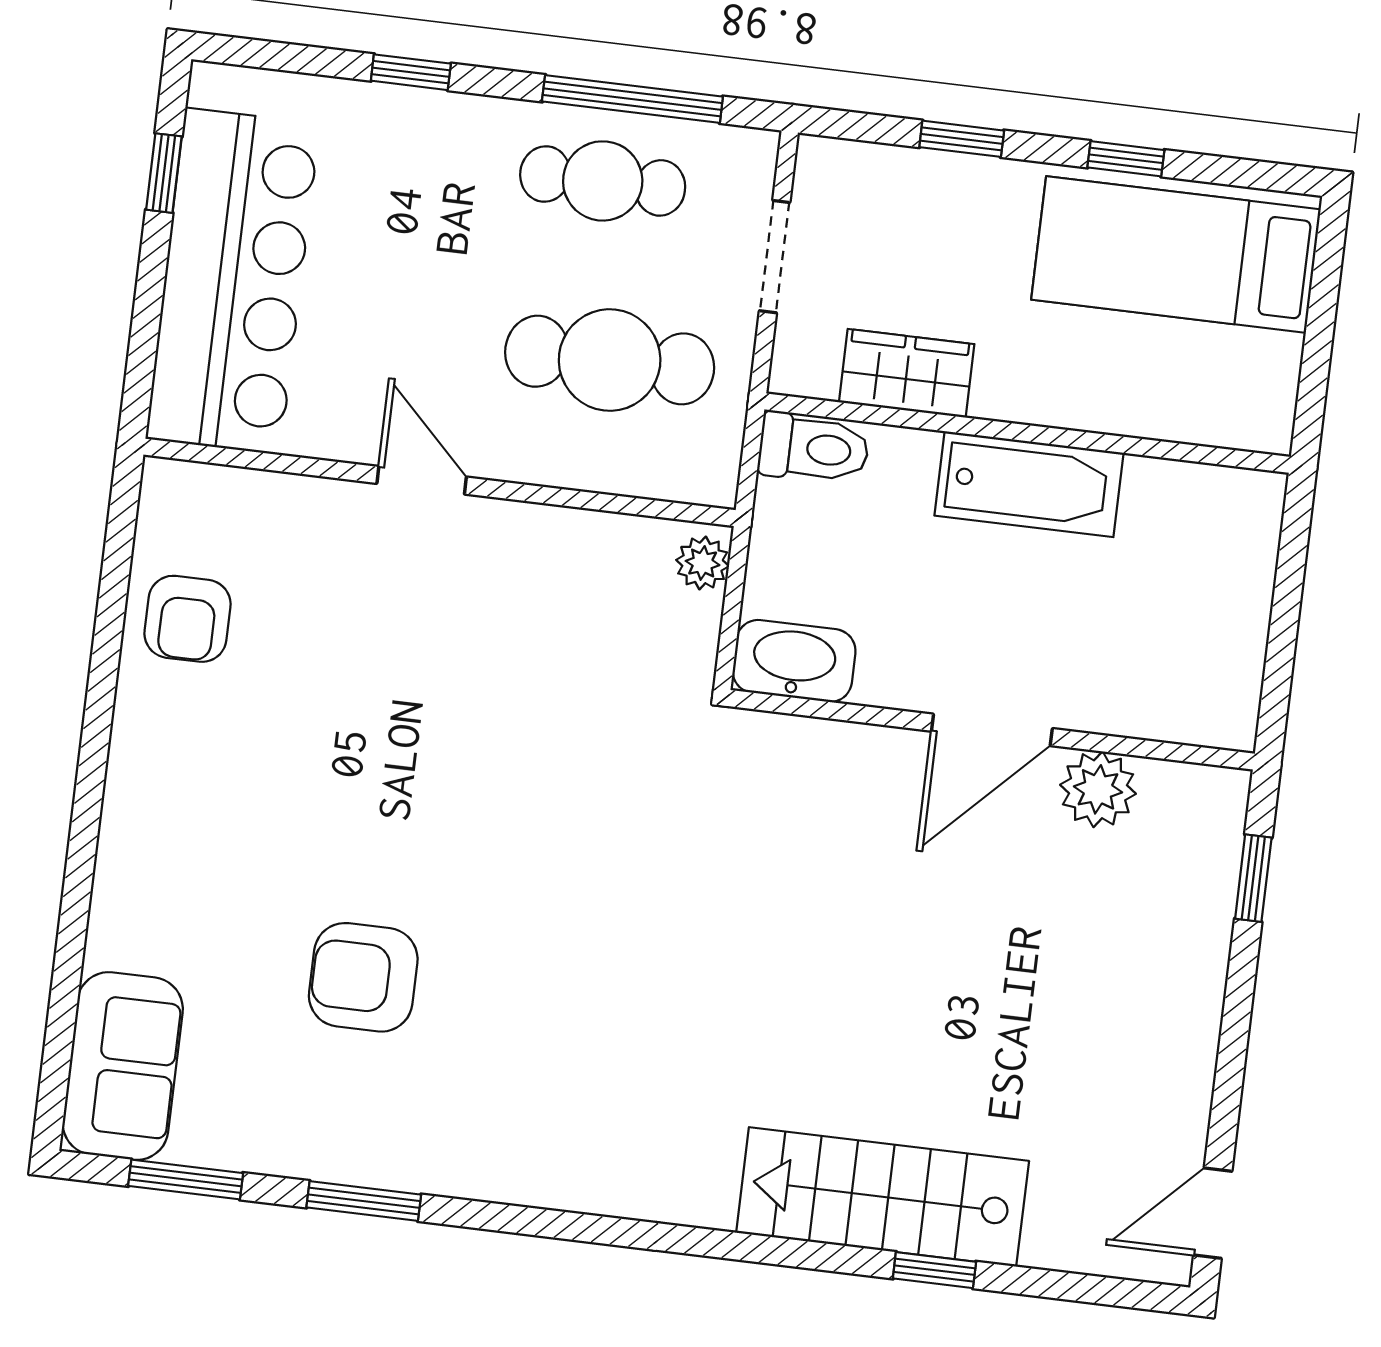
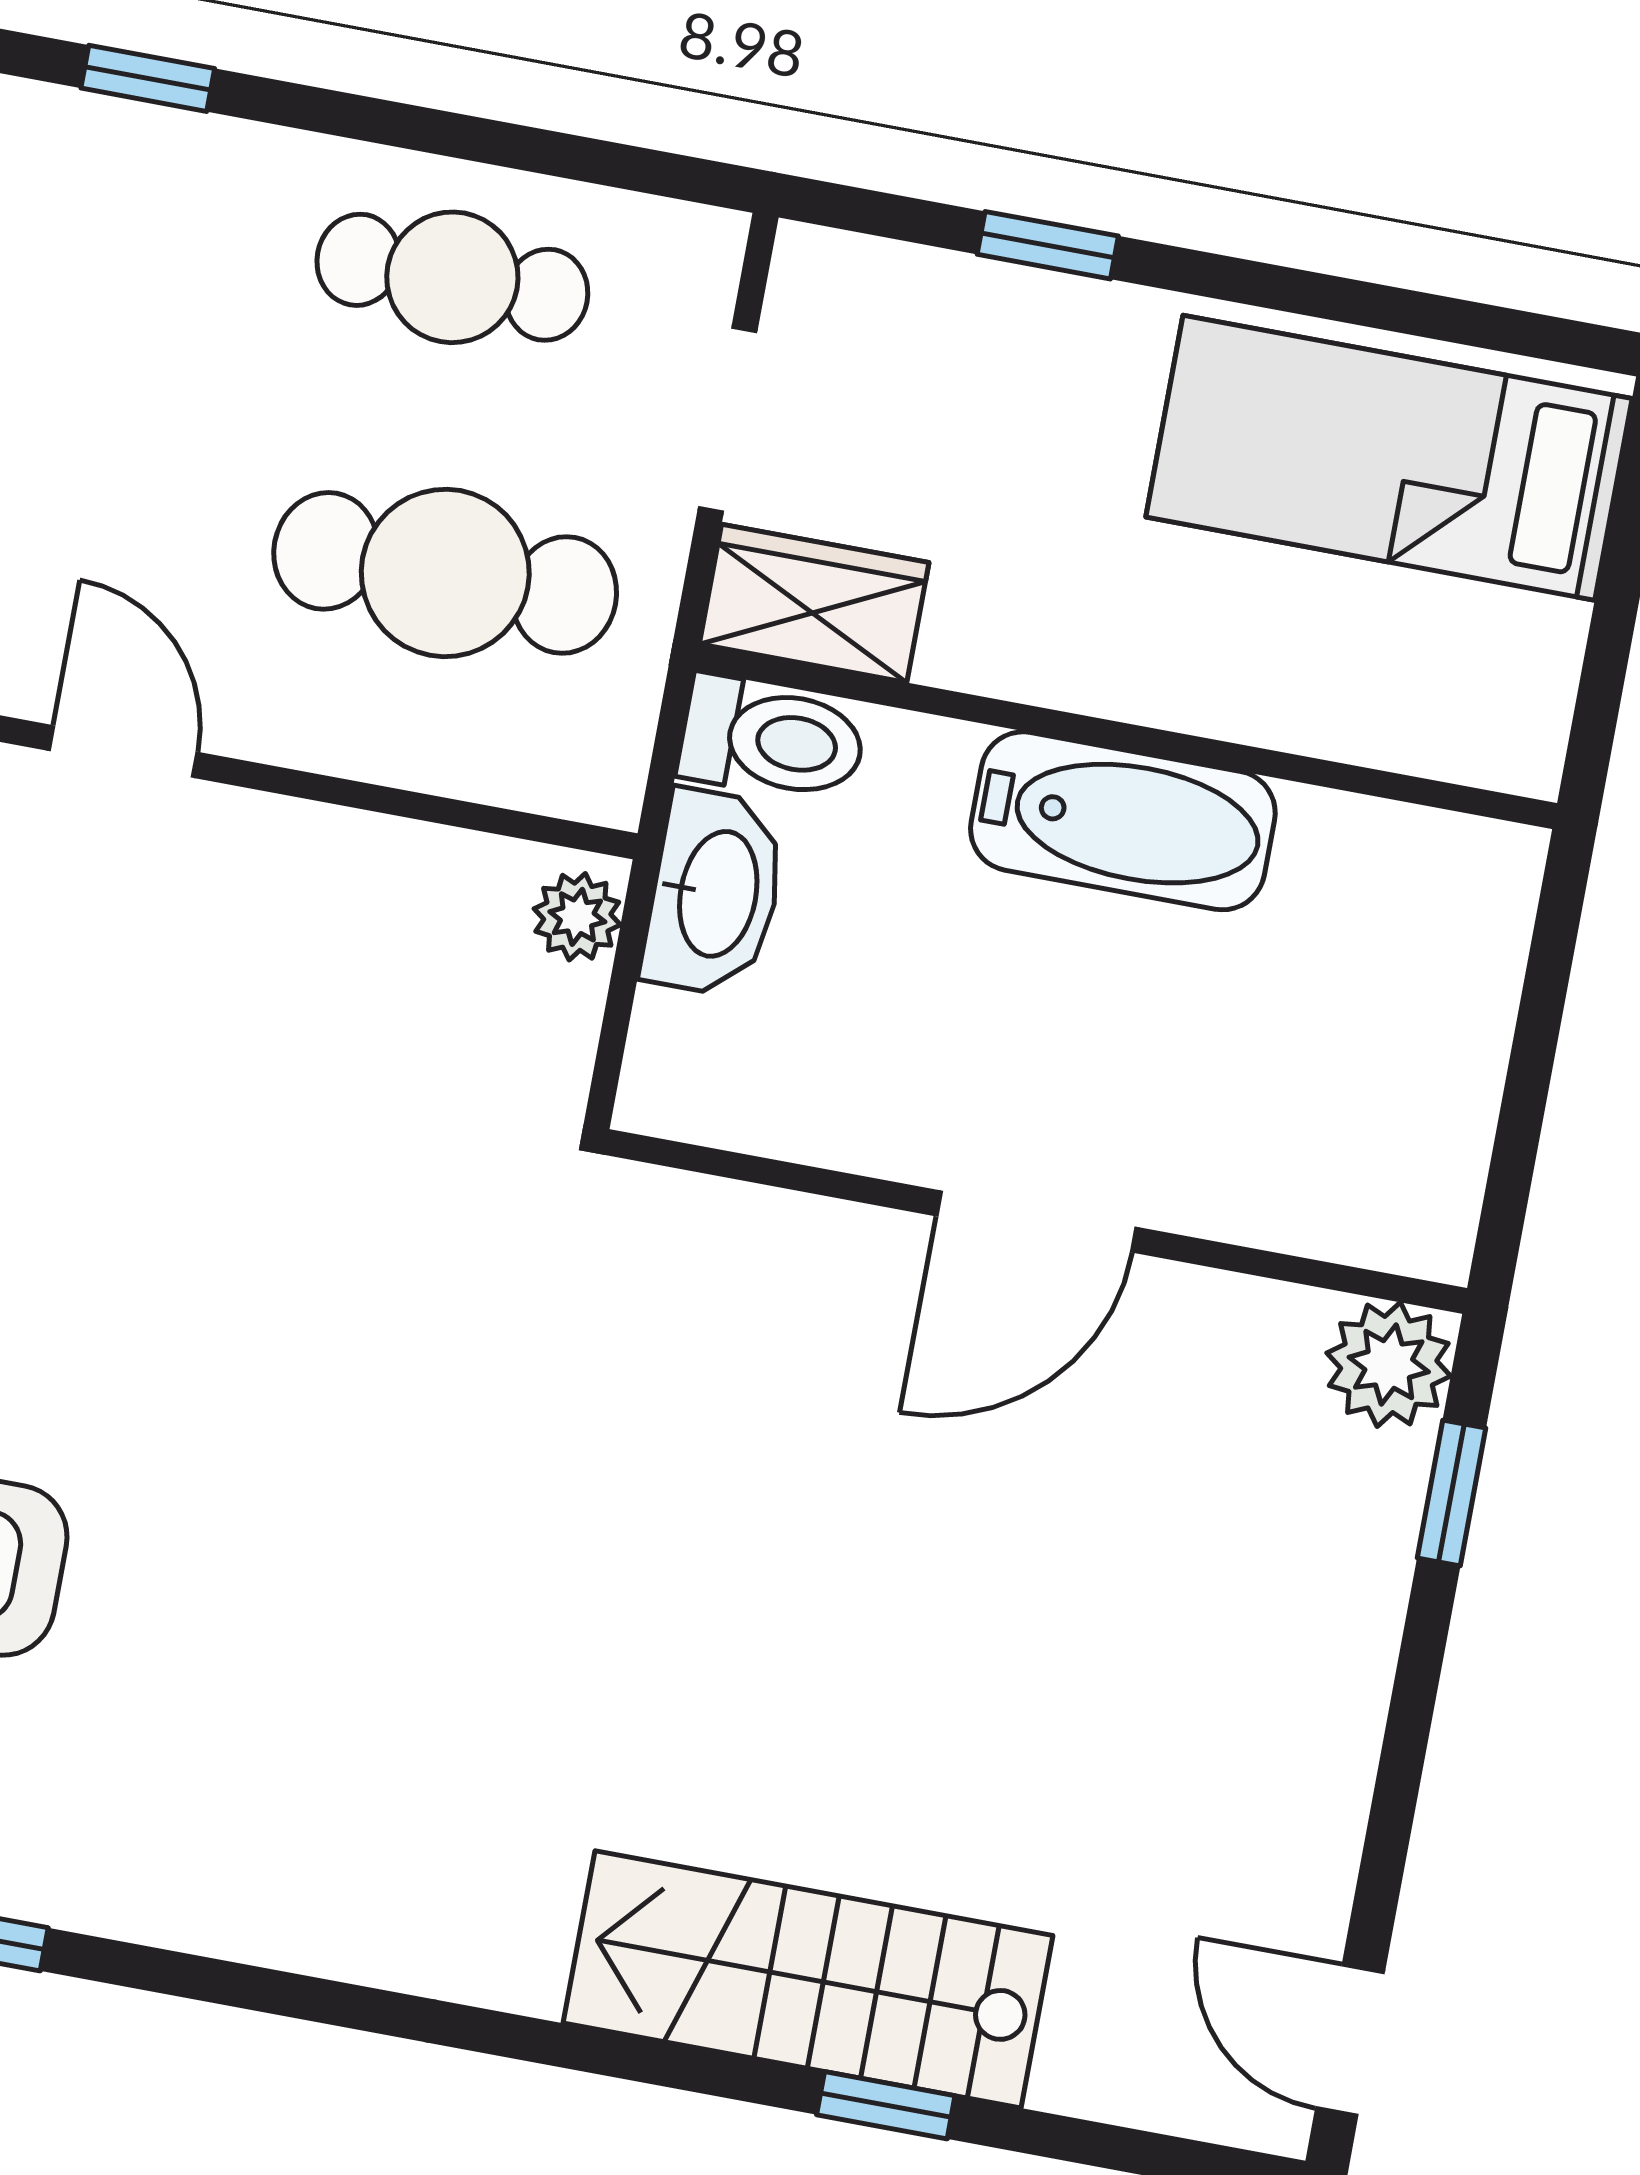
window: (632, 99) -> (510, 145), removed
window: (1126, 159) -> (1316, 295), removed
wardrobe: (907, 373) -> (814, 603), moved
washbasin: (794, 661) -> (715, 893), moved, turned 90
plant: (1098, 789) -> (1389, 1365), moved
door: (1213, 1213) -> (1350, 2040), hinge flipped

